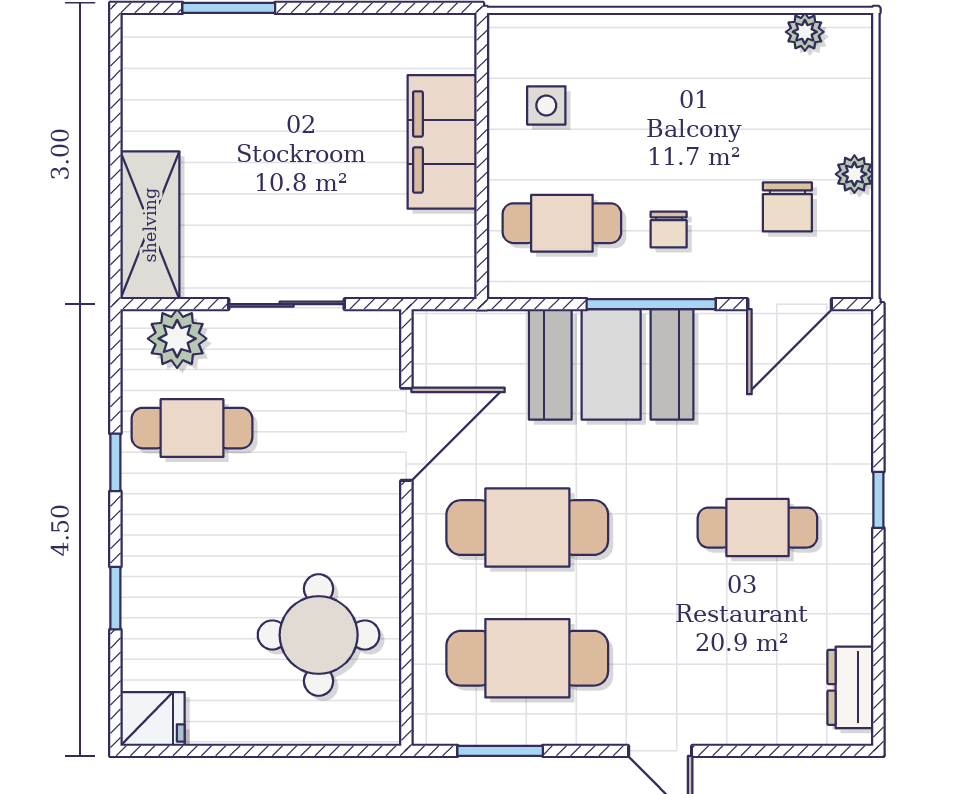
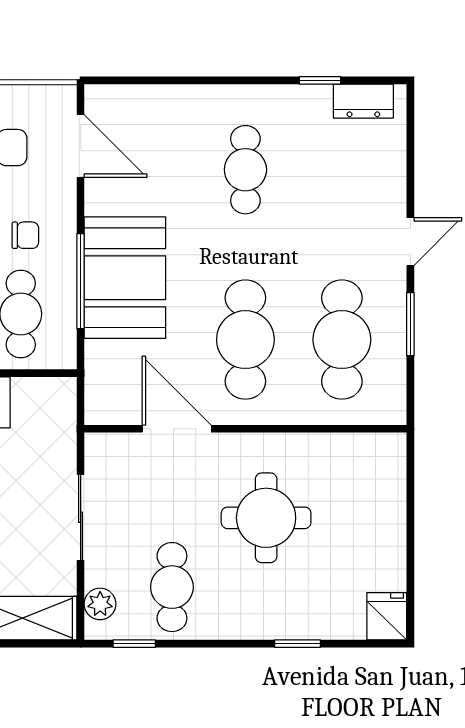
window: (651, 304) -> (81, 281), moved
plant: (177, 339) -> (100, 604), width x0.73, depth x0.73
window: (115, 462) -> (134, 644), moved
window: (878, 500) -> (320, 80), moved
round table: (319, 635) -> (266, 518), moved
window: (500, 751) -> (410, 324), moved

